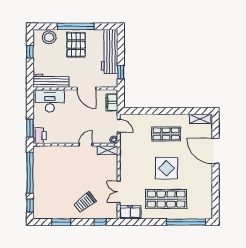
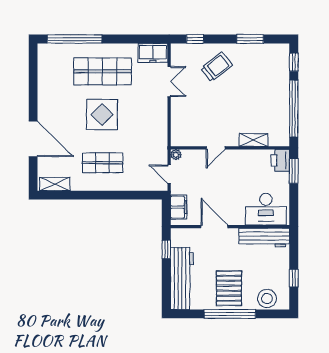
shelving: (108, 150) -> (254, 140), moved

